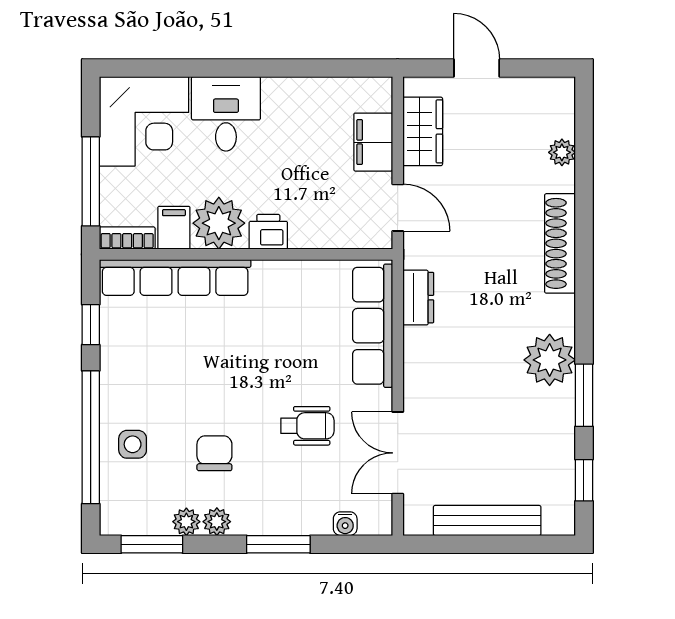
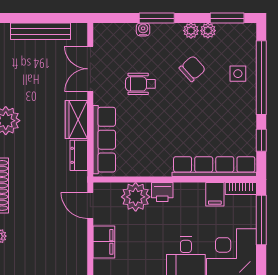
wardrobe: (423, 131) -> (76, 119), moved
plant: (219, 223) -> (136, 197), moved
chair: (214, 453) -> (192, 69), turned -132
double door: (398, 453) -> (90, 69), swing flipped
water cooler: (345, 524) -> (143, 29), moved

